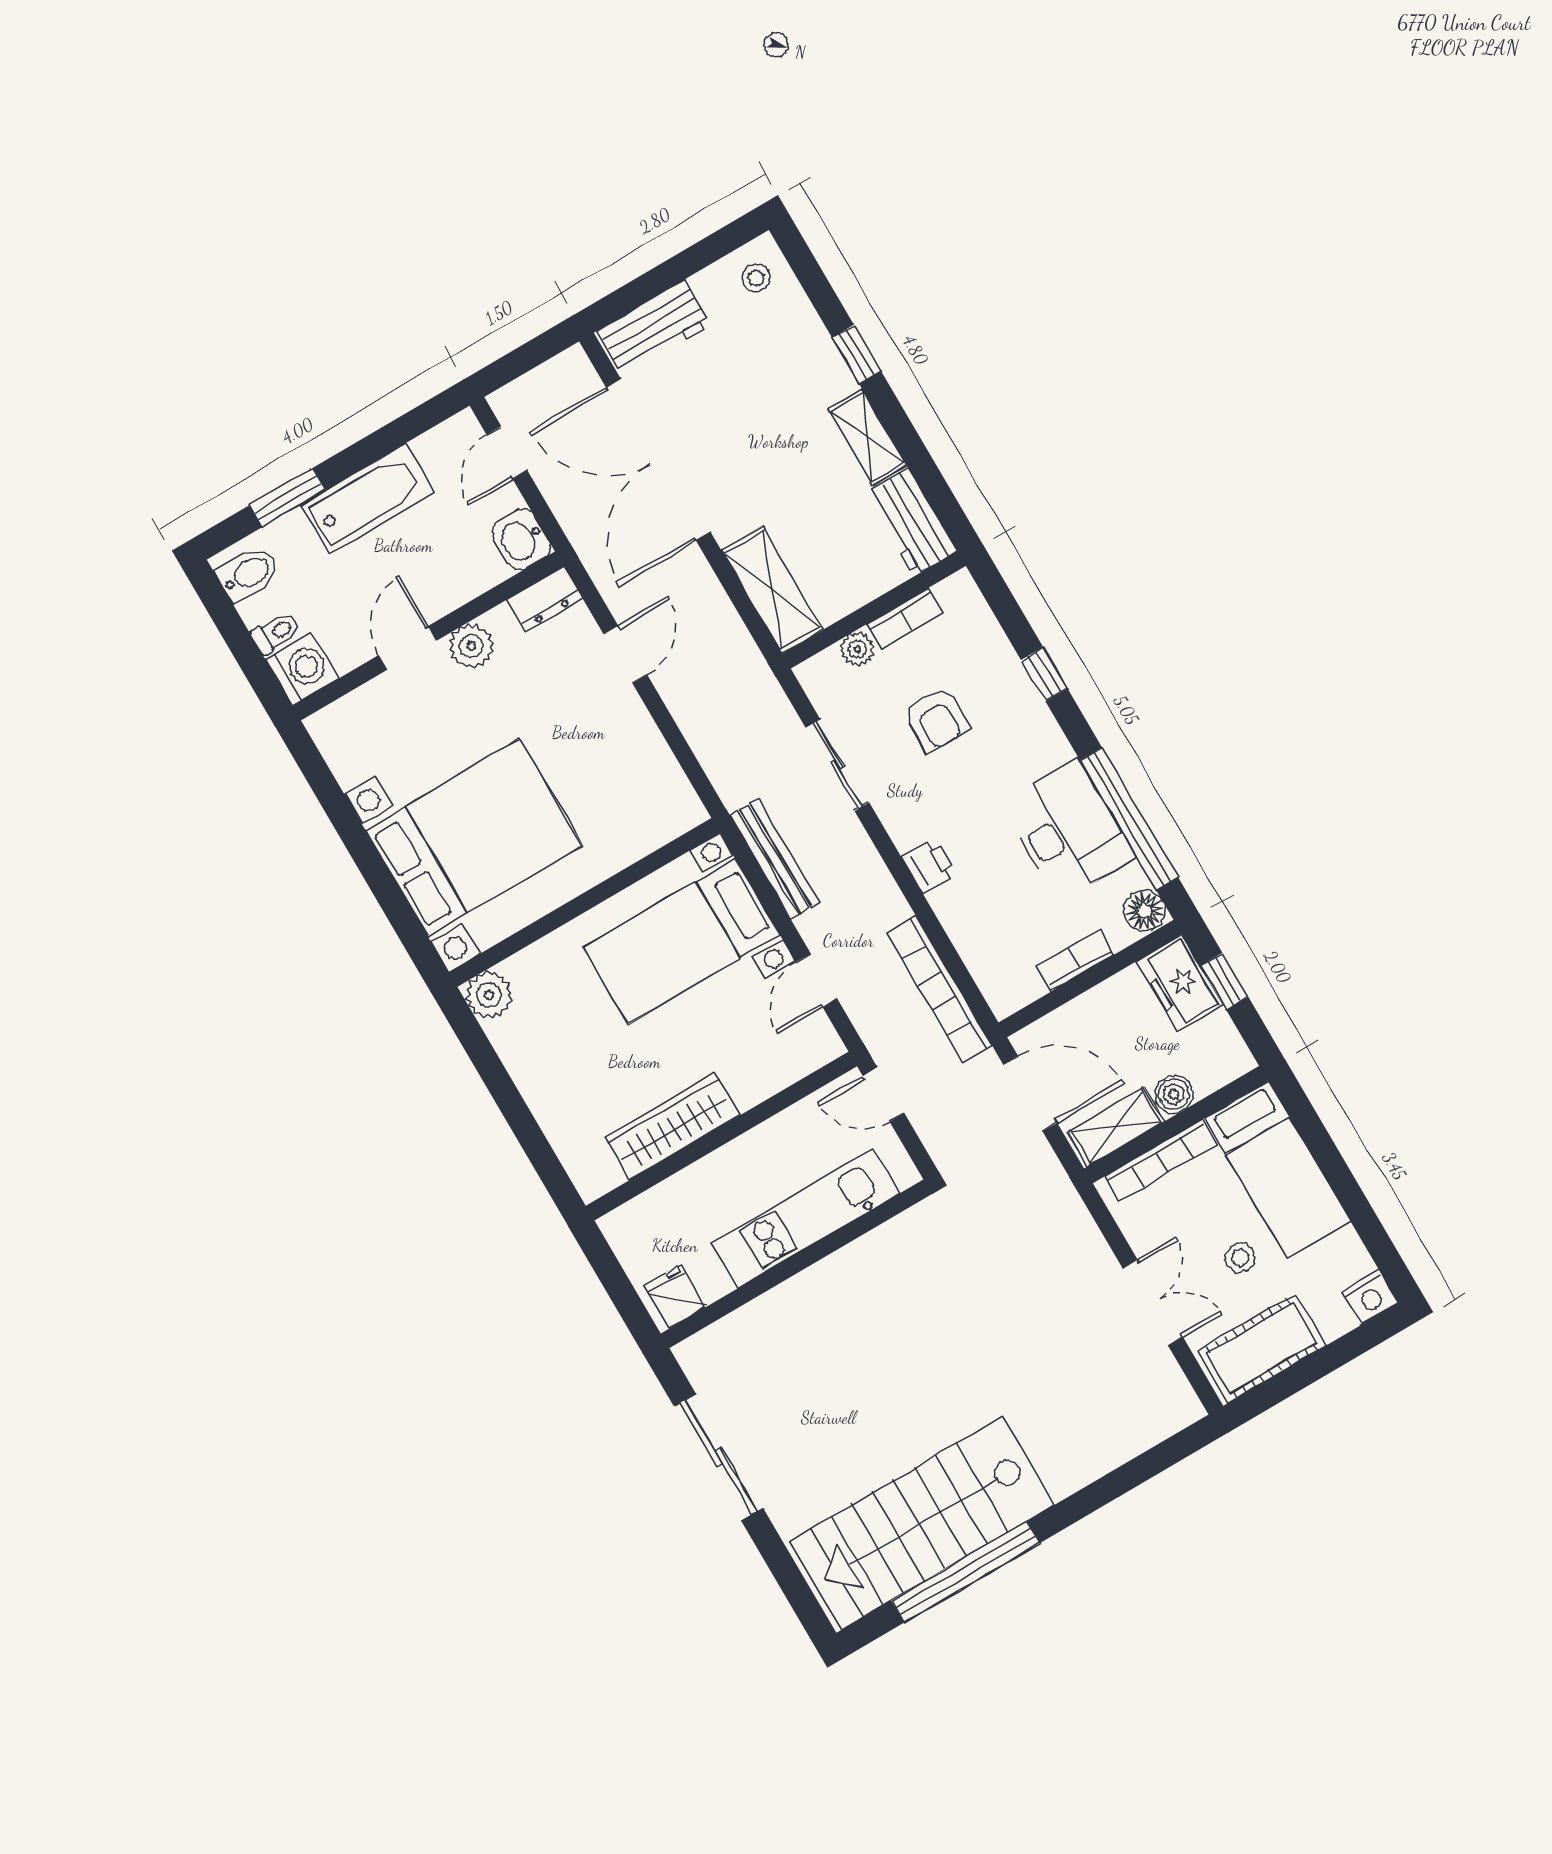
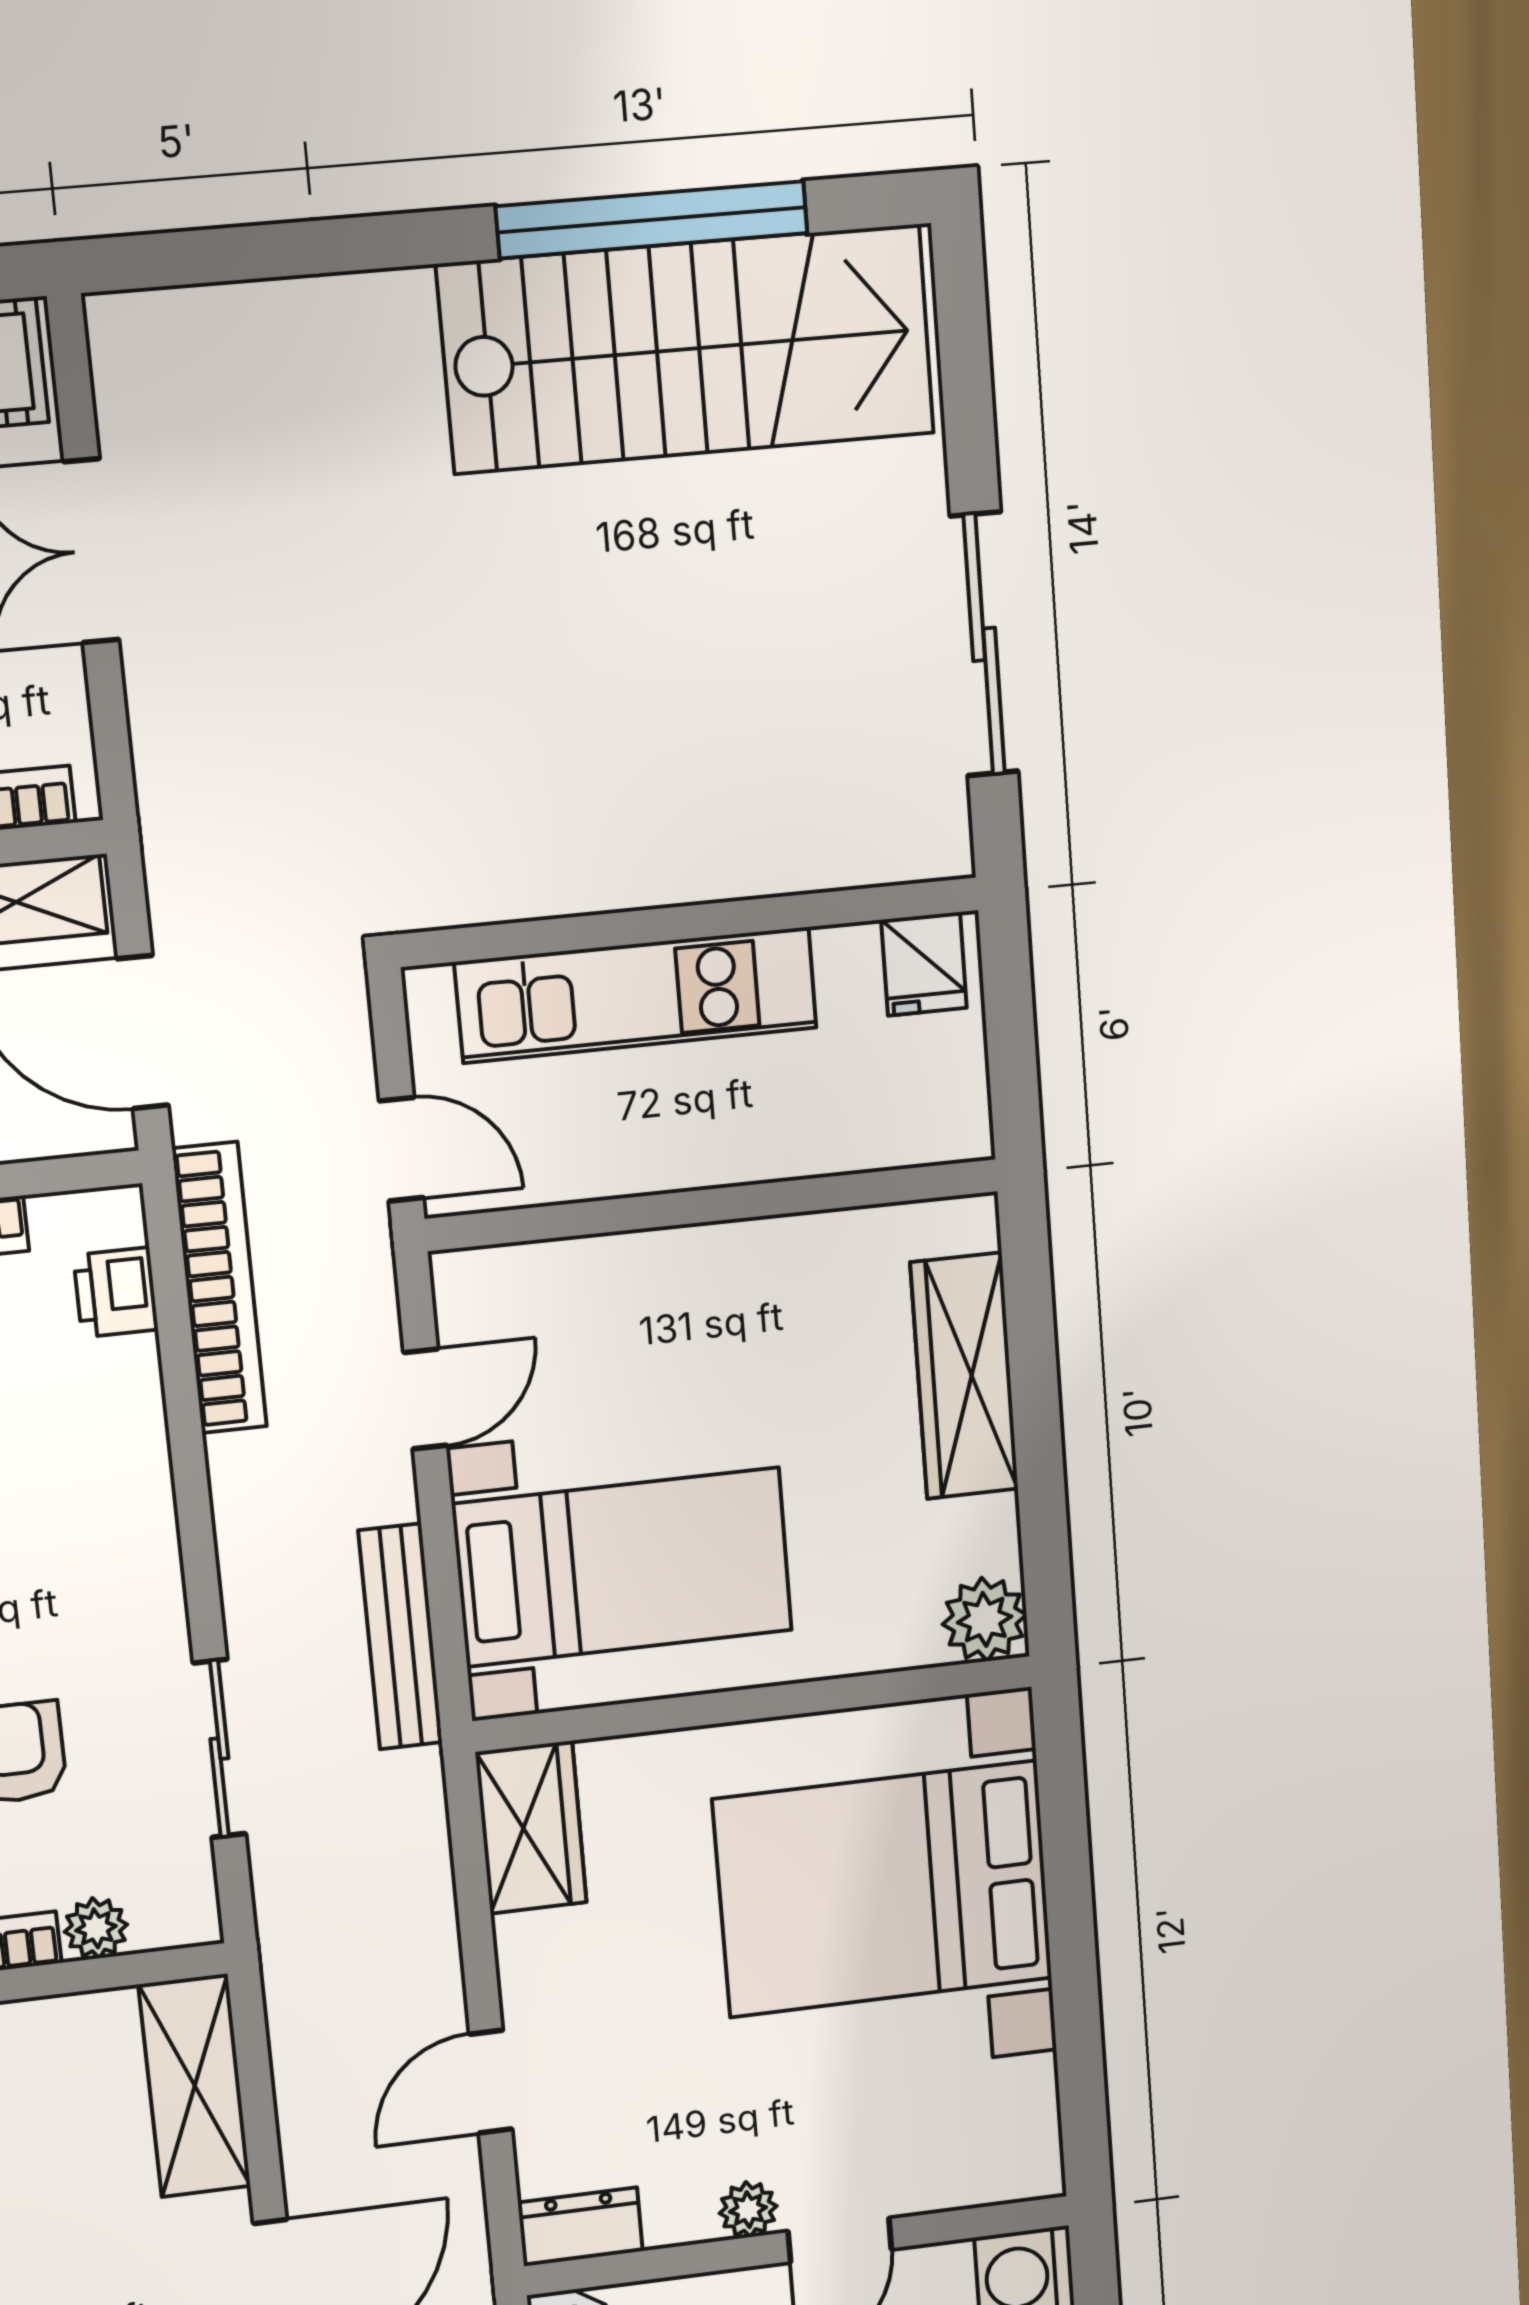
plant: (471, 646) -> (748, 2210), width x0.73, depth x0.73
wardrobe: (666, 792) -> (531, 1827), added
printer: (929, 866) -> (116, 1292), moved
wardrobe: (672, 1126) -> (964, 1376), moved, turned 90

